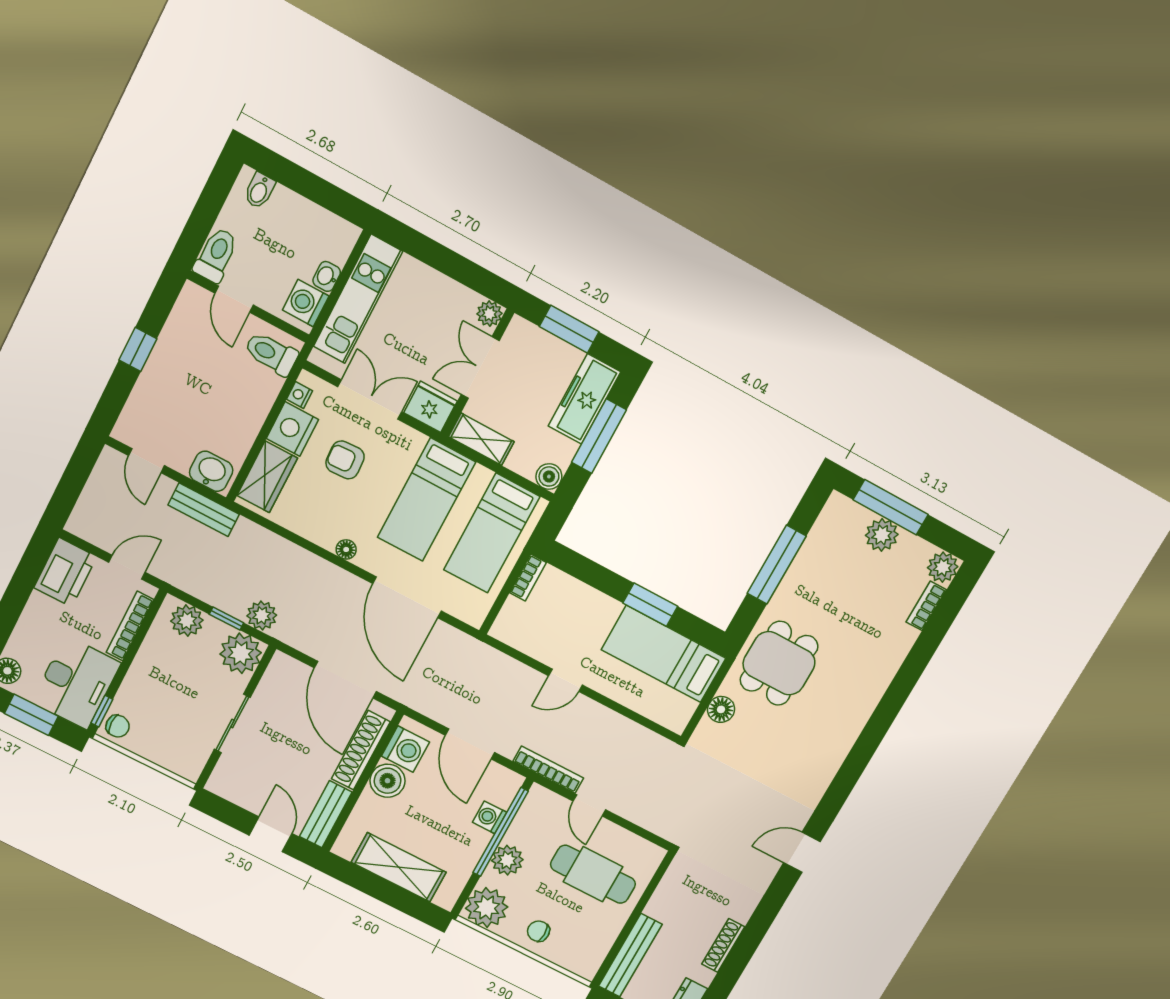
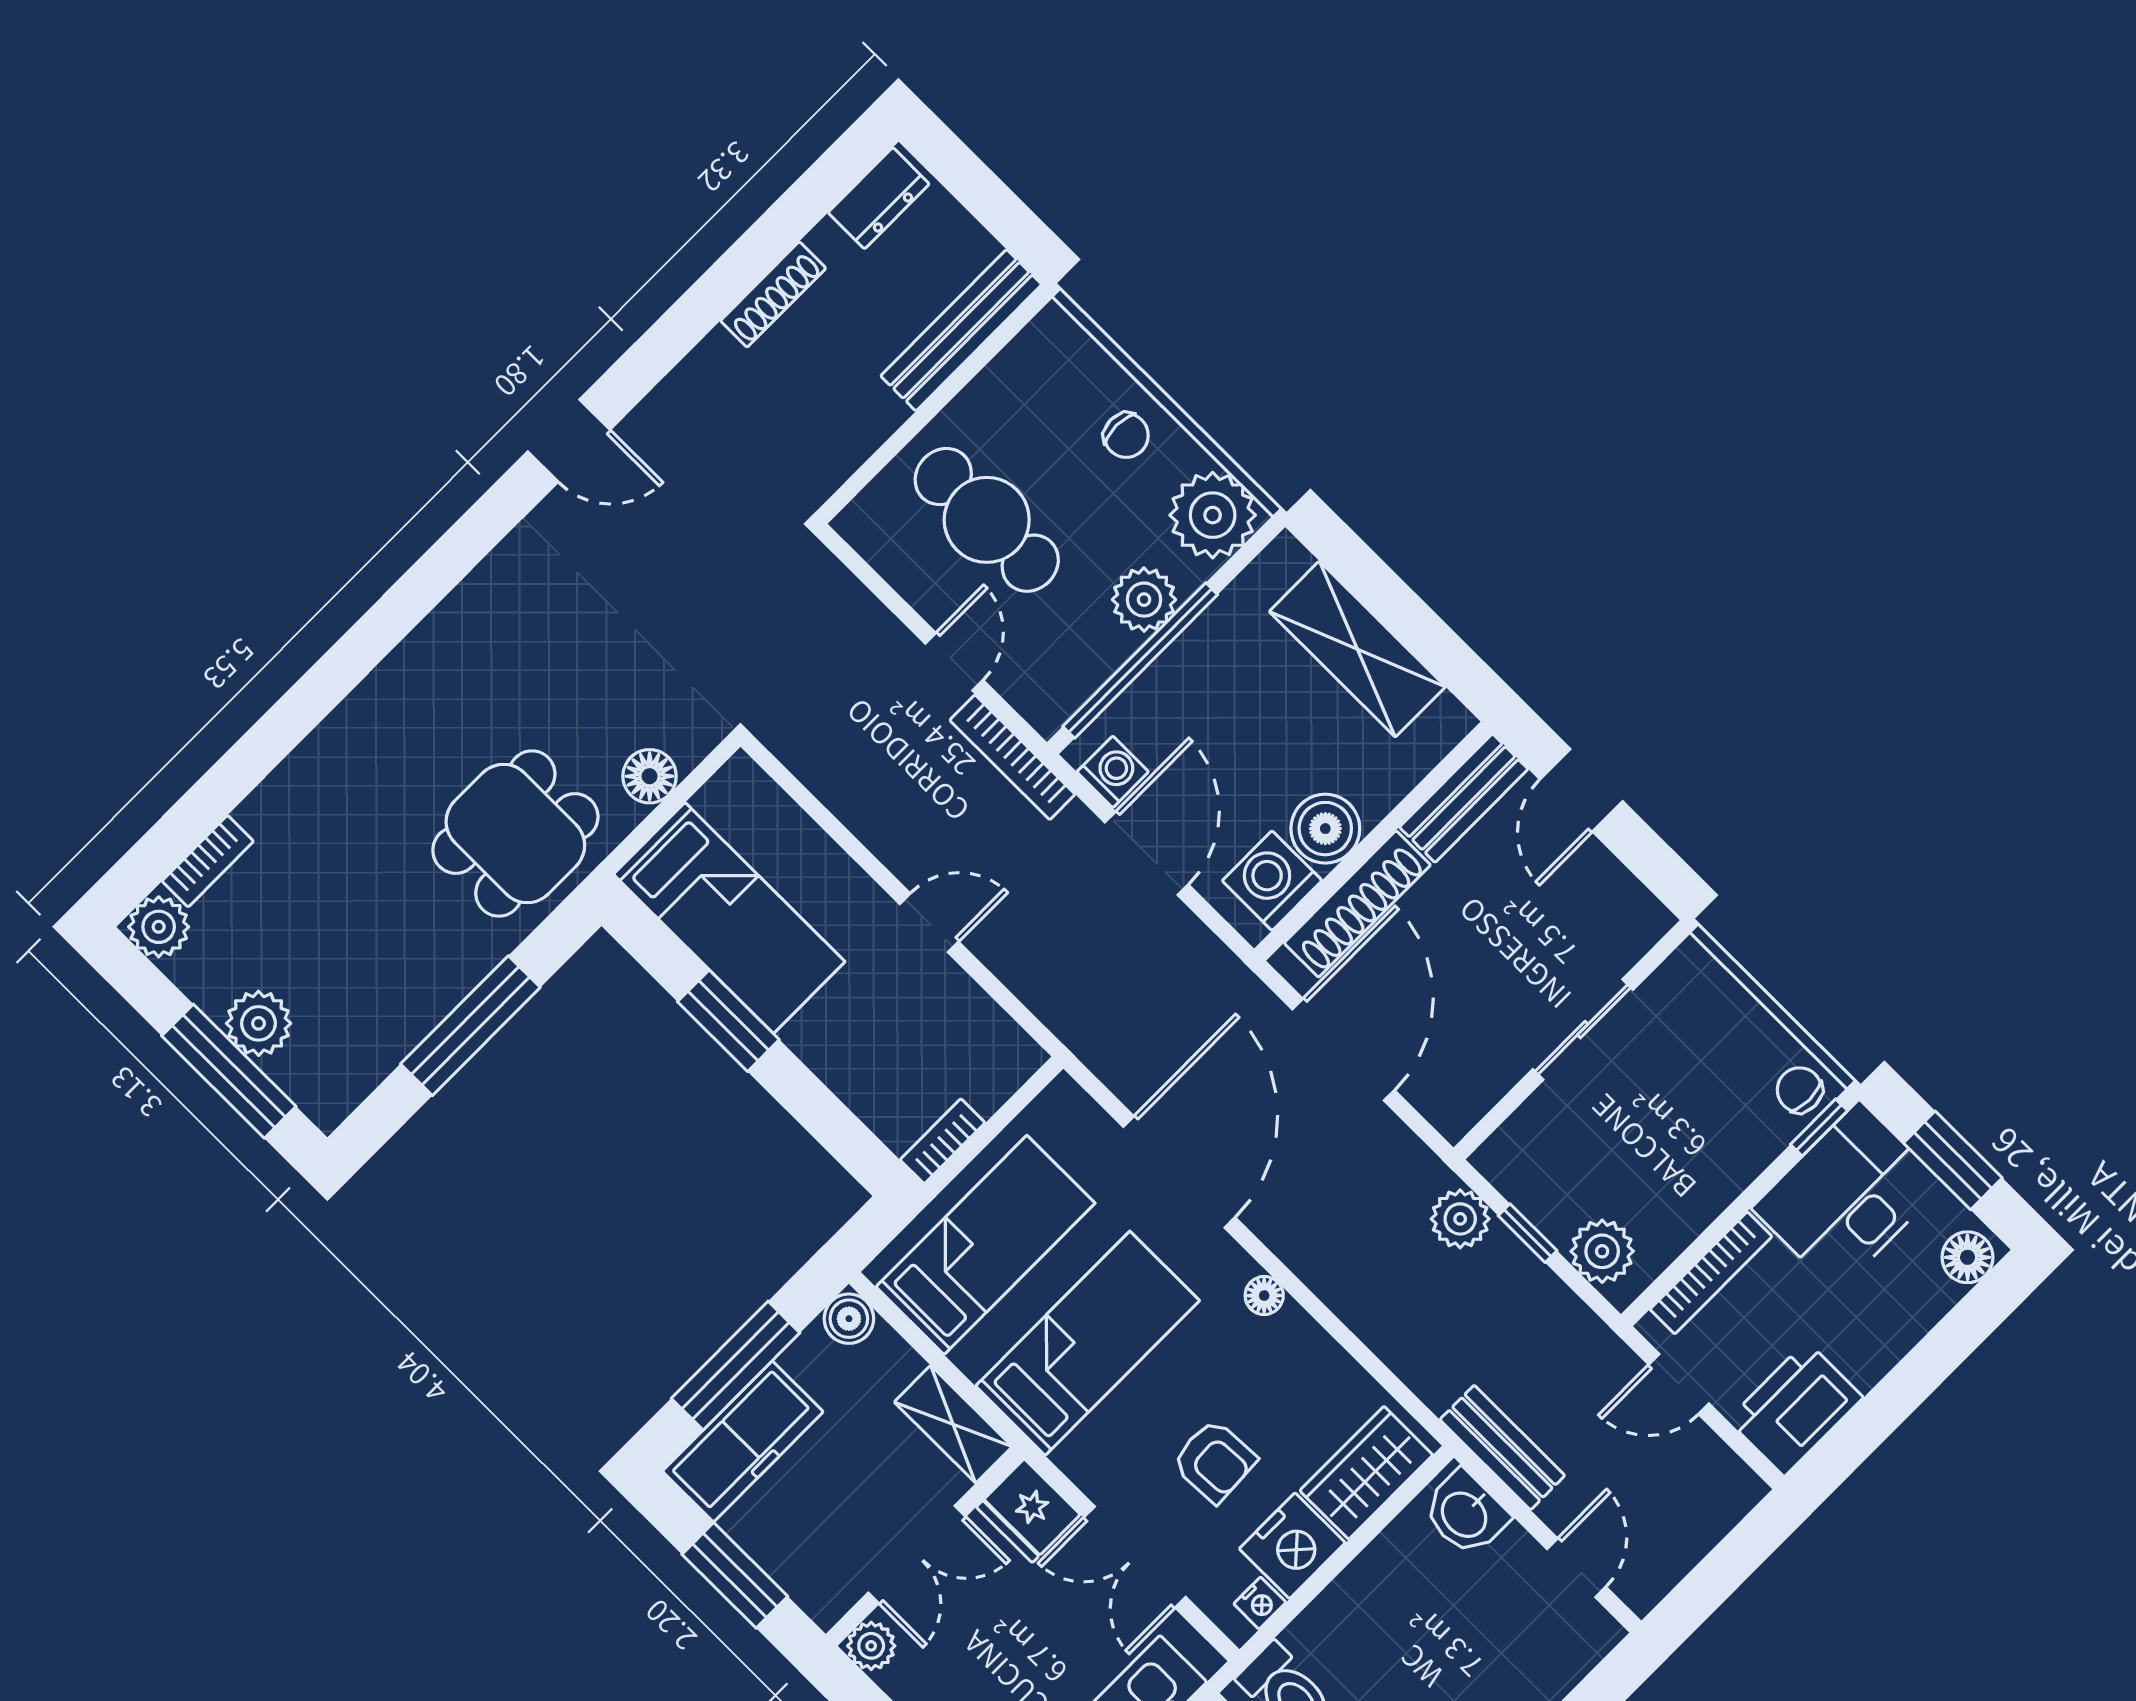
plant: (241, 653) -> (1523, 1159), removed
washing machine: (490, 817) -> (1113, 772), moved, turned -90

